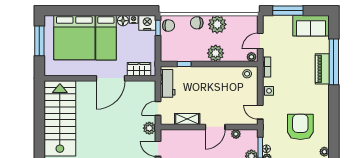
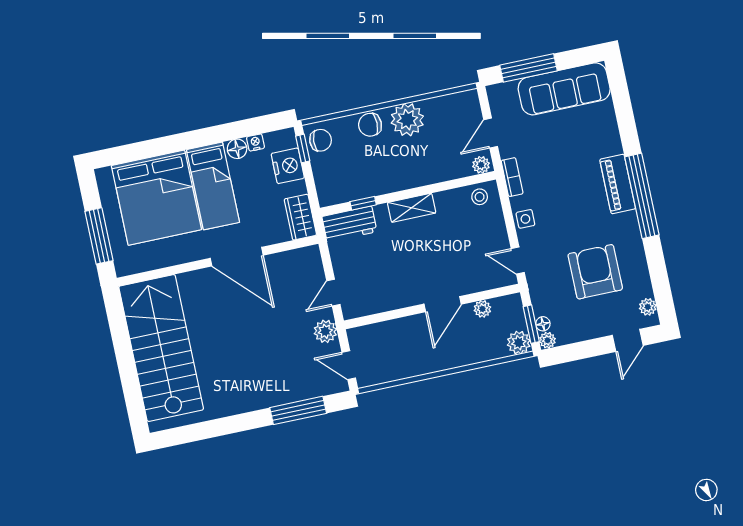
nightstand: (147, 23) -> (288, 166), moved, turned 90
sofa: (311, 26) -> (564, 89), width x1.36
window: (39, 41) -> (99, 236), moved
plant: (216, 53) -> (415, 172), removed
window: (334, 62) -> (642, 196), moved
wardrobe: (139, 69) -> (300, 217), moved, turned -90
piano: (322, 69) -> (618, 184), moved
door: (111, 78) -> (237, 257), hinge flipped
workbench: (168, 83) -> (349, 224), moved, turned 90
shelving: (187, 119) -> (412, 208), moved

